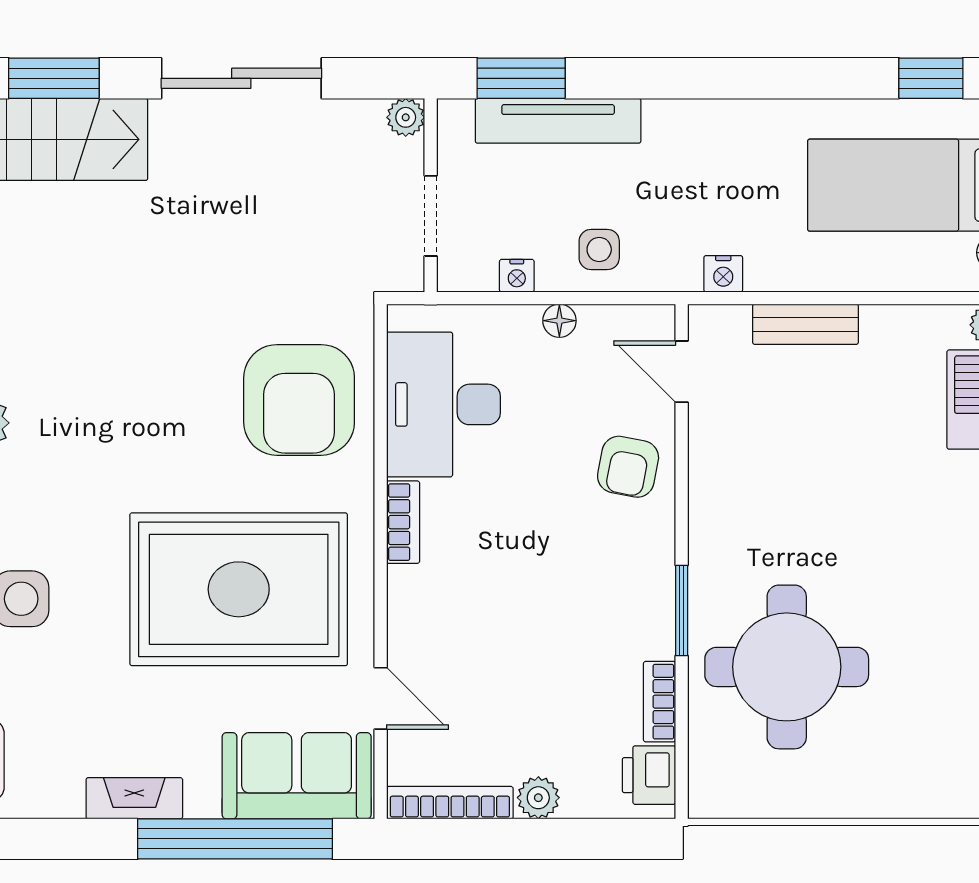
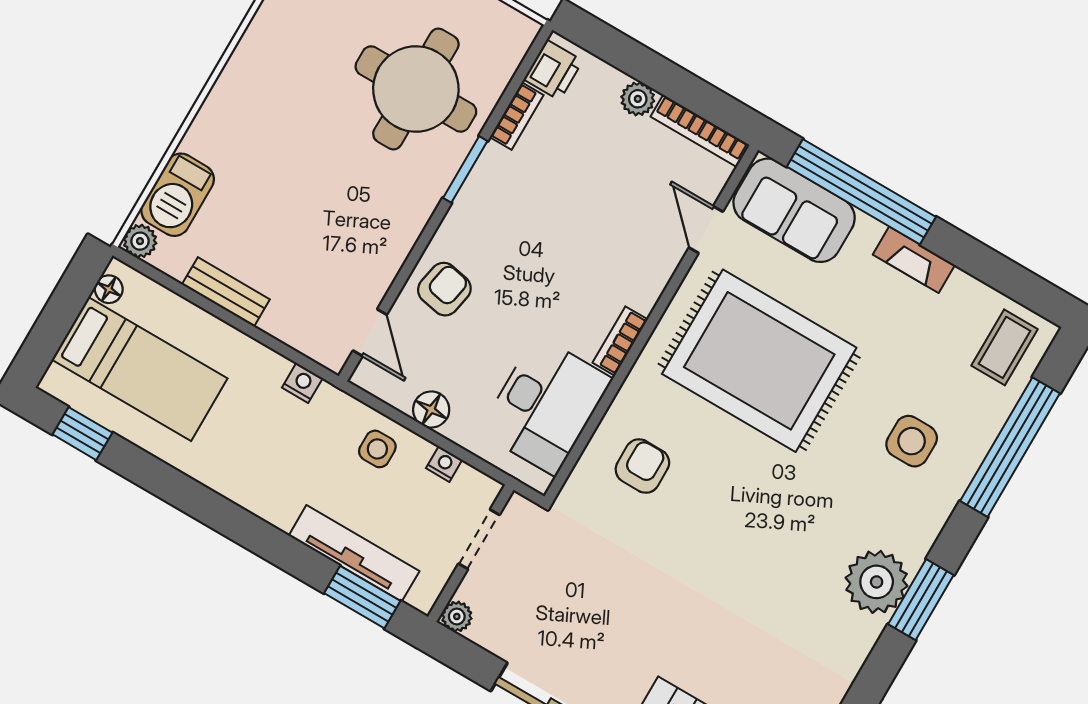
floor lamp: (559, 321) -> (431, 410), width x1.37, depth x1.37
bench: (805, 324) -> (226, 292), moved
armchair: (299, 400) -> (642, 466), width x0.53, depth x0.53

